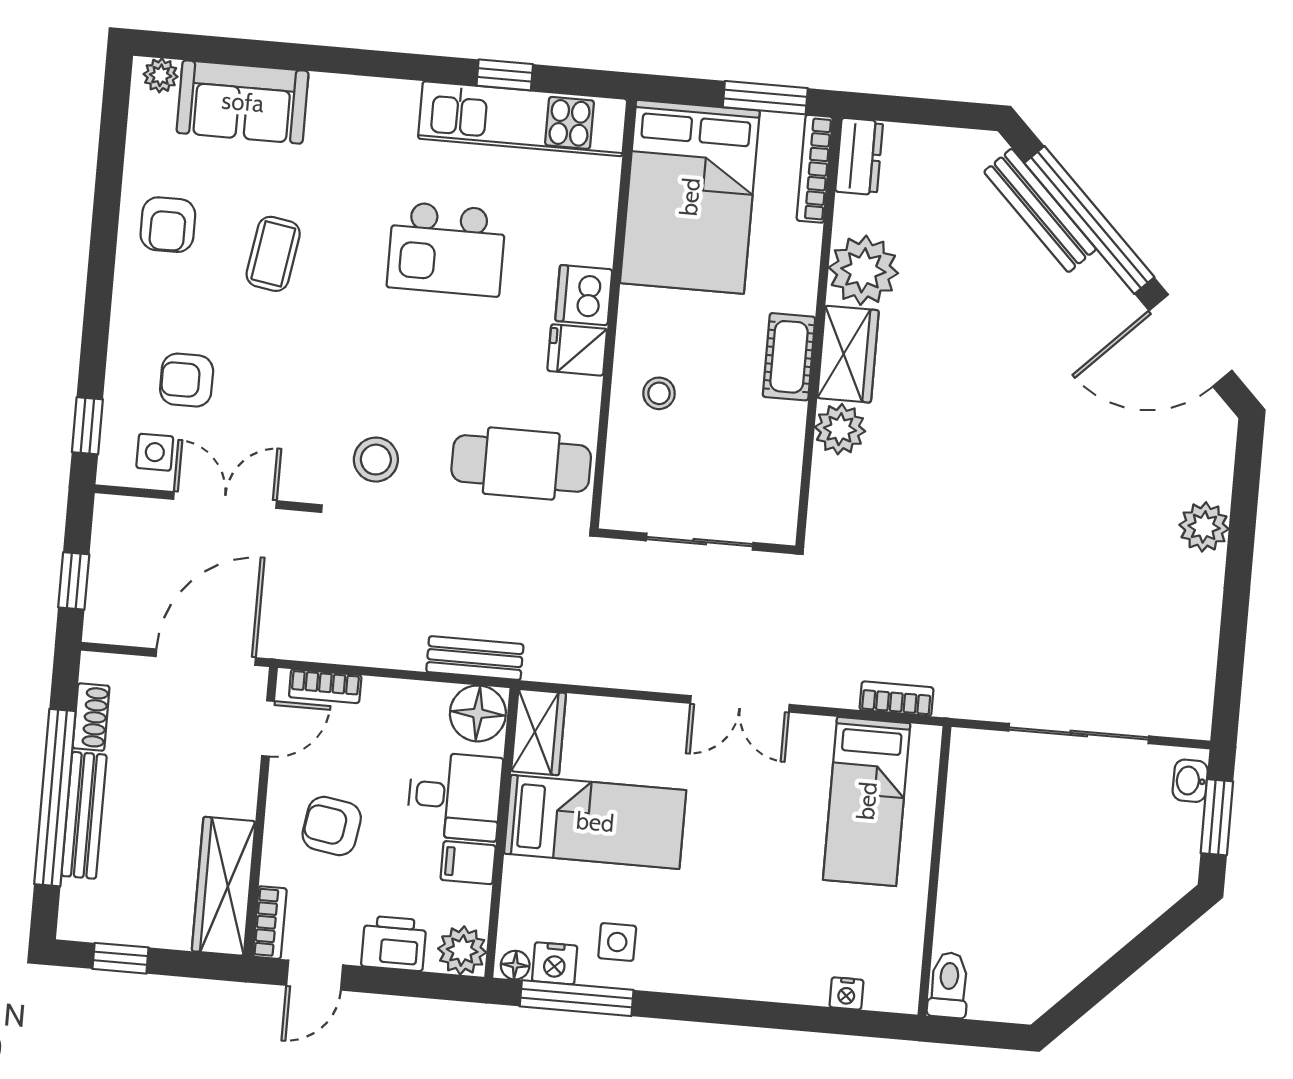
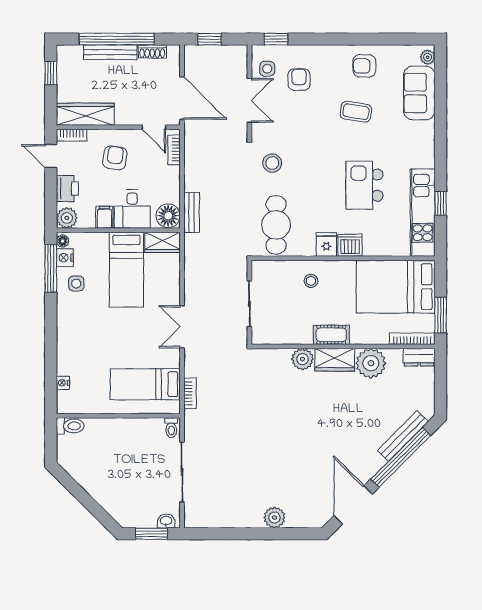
toilet: (973, 749) -> (171, 428), added

